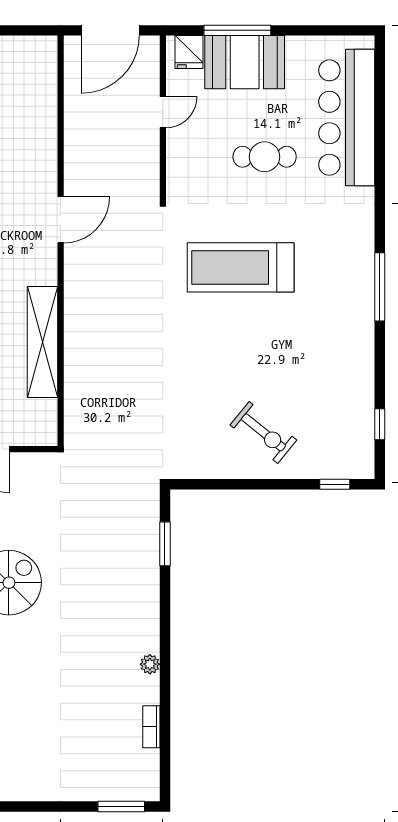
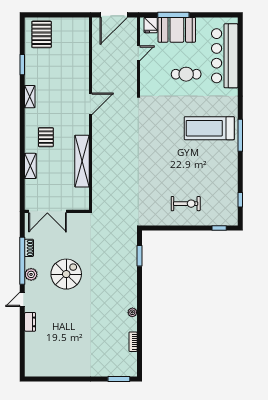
treadmill: (241, 267) -> (209, 128), moved
exercise bike: (263, 432) -> (186, 204), turned -39

